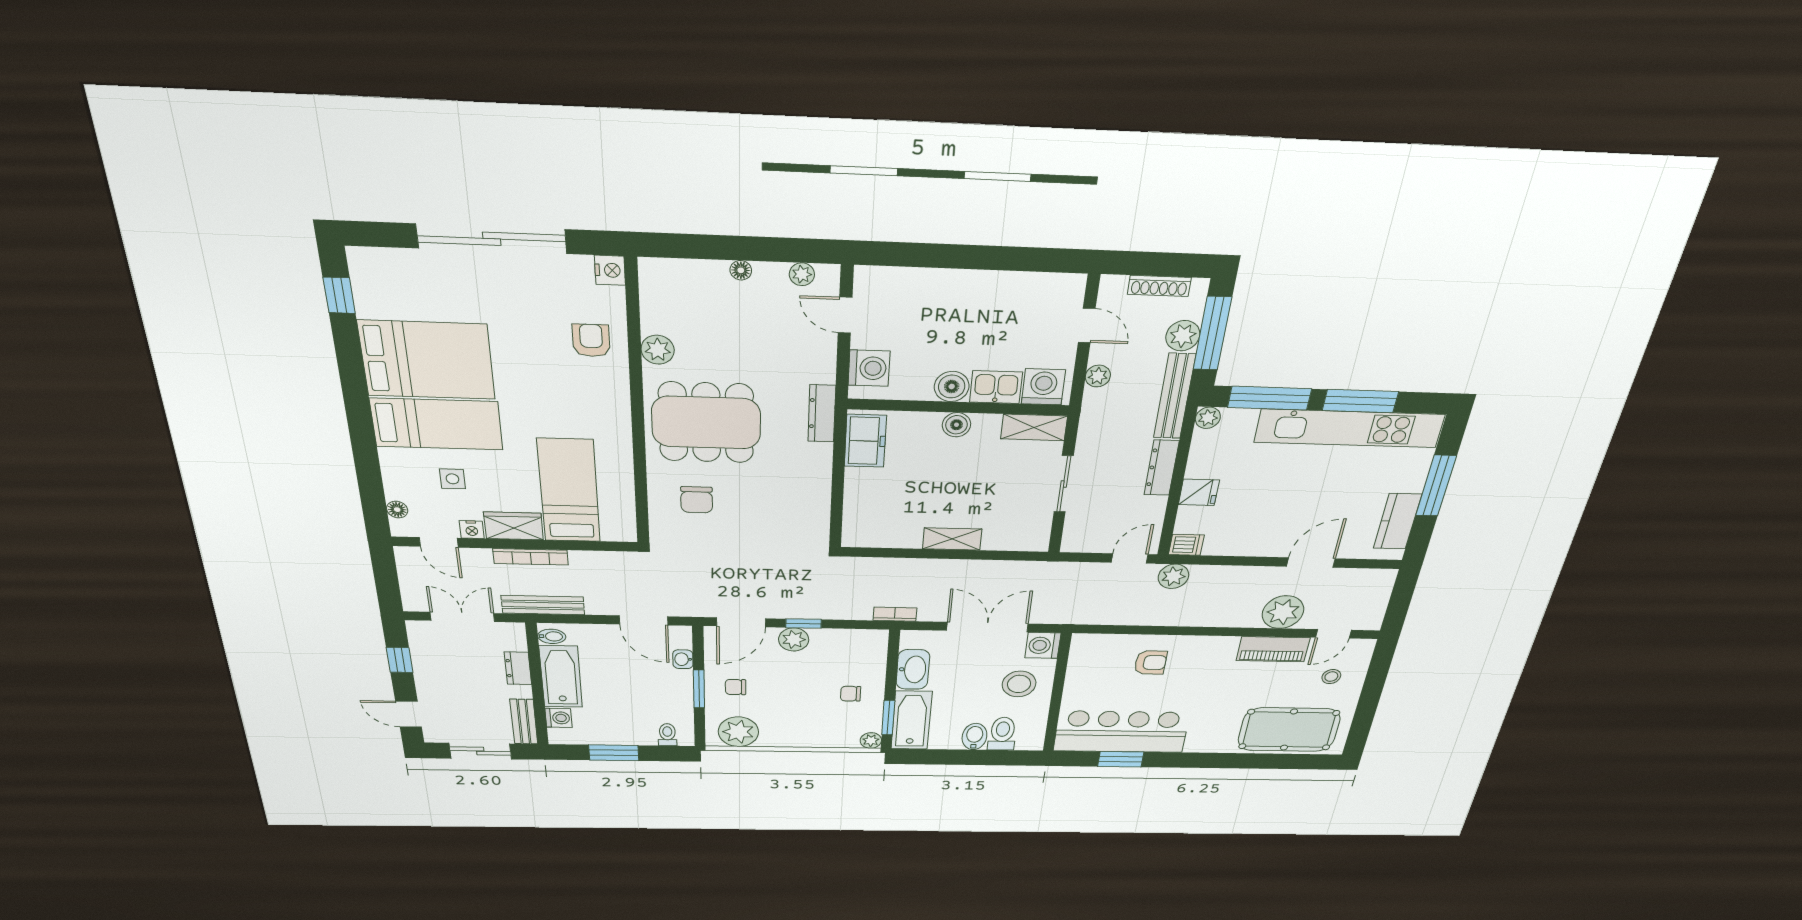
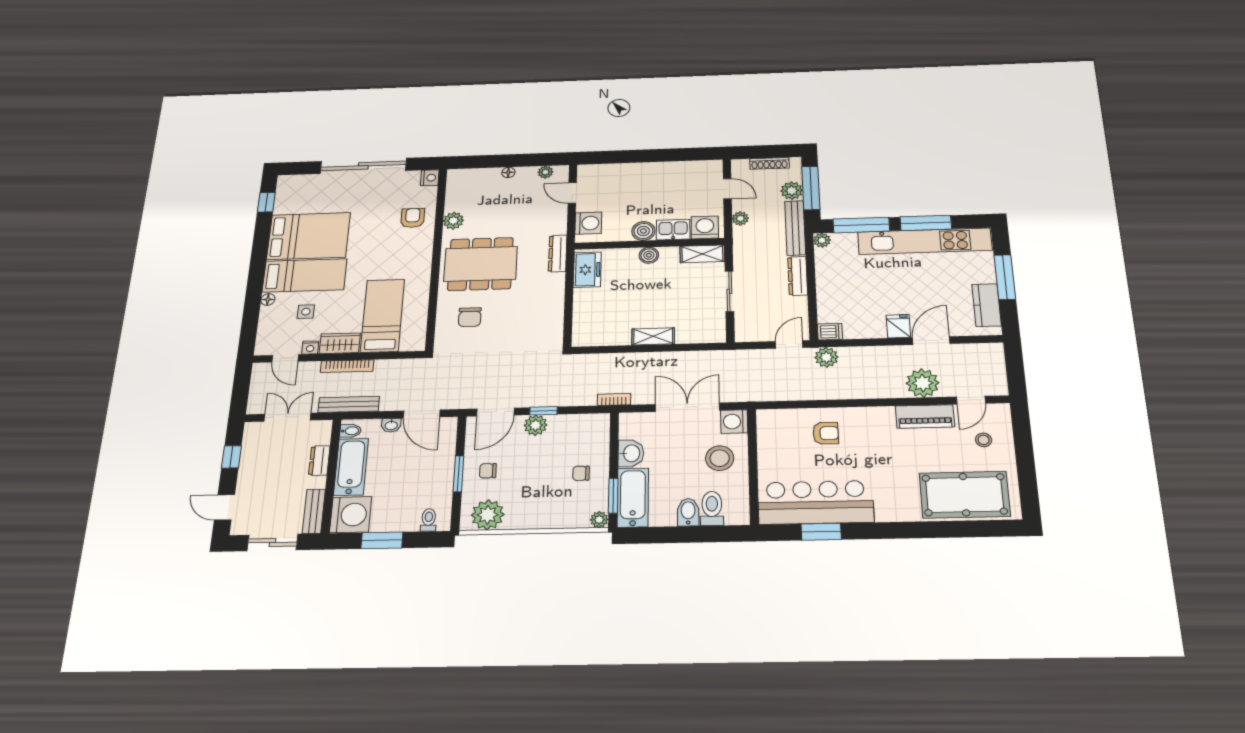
fridge: (1199, 492) -> (898, 326), moved, turned -90
floor lamp: (397, 510) -> (268, 300), moved
washbasin: (683, 659) -> (391, 425), moved, turned -90
washbasin: (913, 669) -> (631, 453), width x0.72
washing machine: (559, 718) -> (351, 515), width x1.89, depth x1.89

